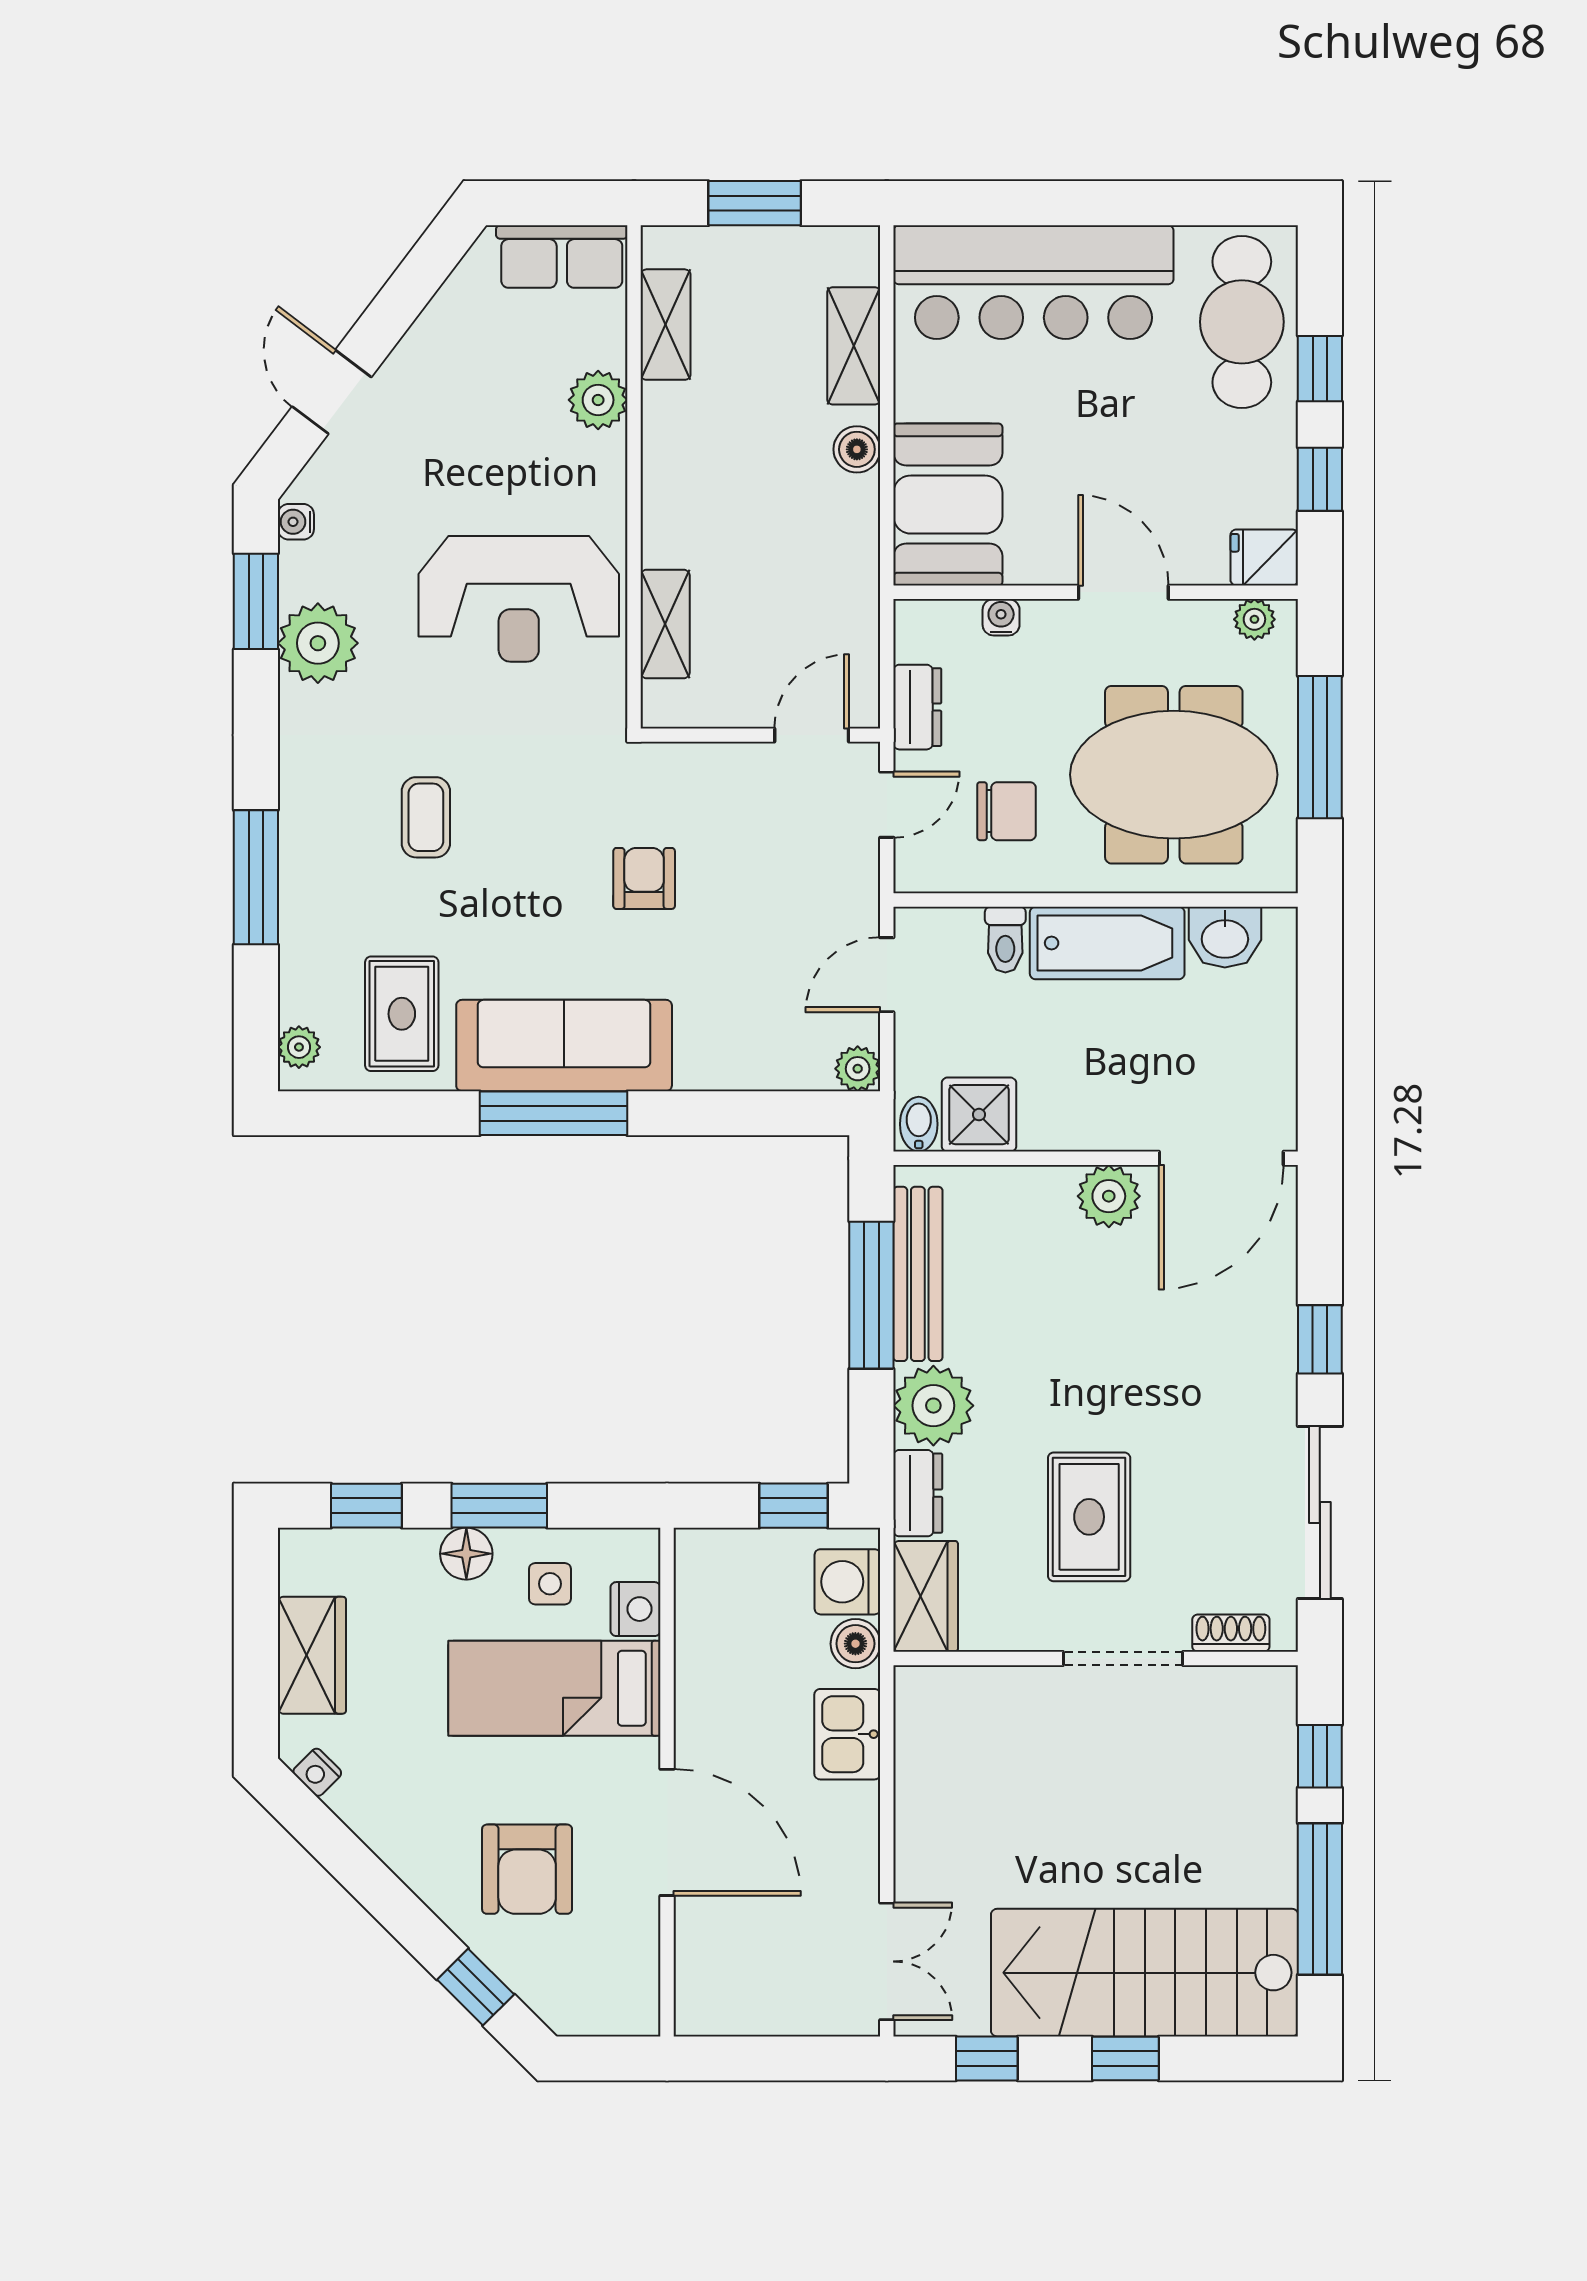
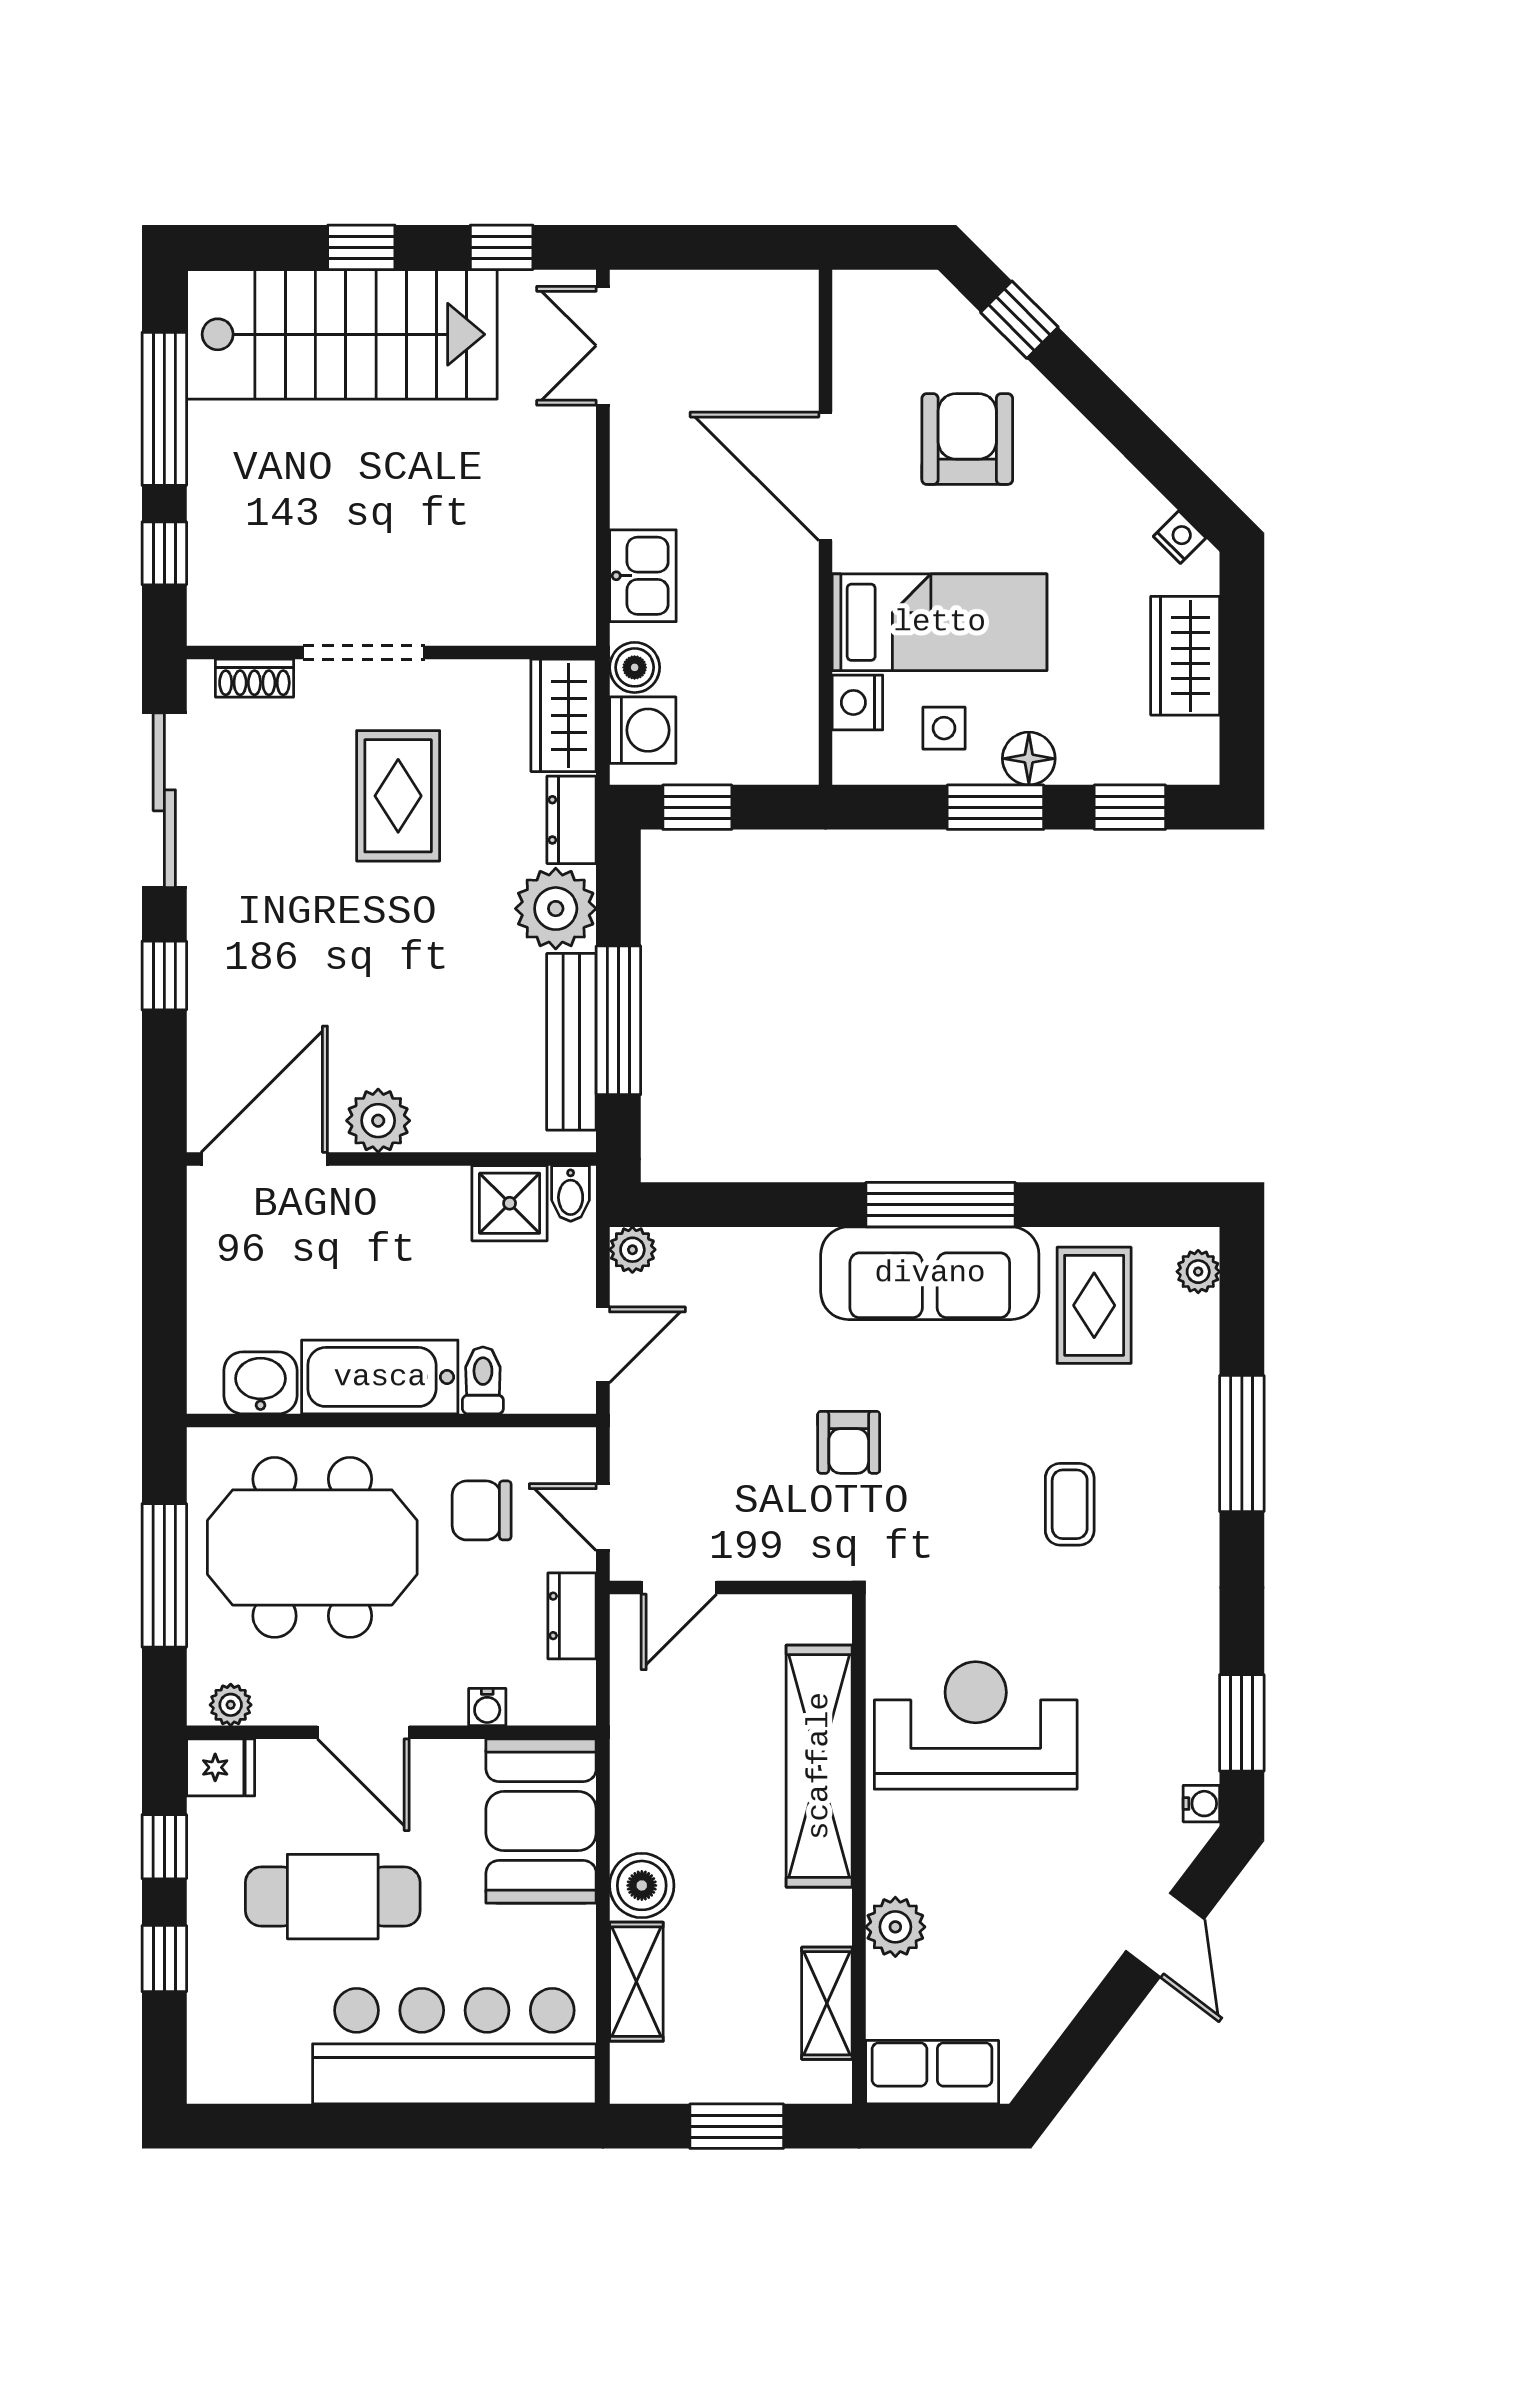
cafe table: (1242, 322) -> (333, 1897), moved, turned 90
boiler: (857, 449) -> (642, 1885), width x1.36, depth x1.36
shelving: (665, 624) -> (819, 1766), width x2.20, depth x1.33
plant: (318, 643) -> (1179, 1681), removed
door: (887, 805) -> (603, 1517), hinge flipped

